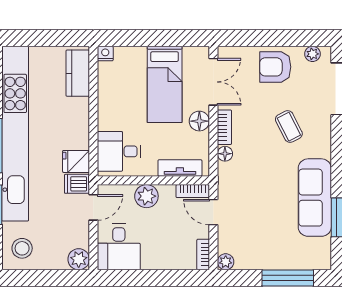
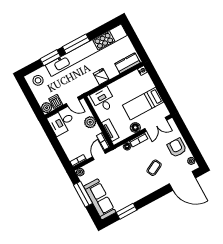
fridge: (76, 161) -> (101, 77), moved
dishwasher: (77, 184) -> (56, 102), moved
sofa: (315, 198) -> (100, 199), moved, turned 90
window: (288, 278) -> (83, 194), moved

